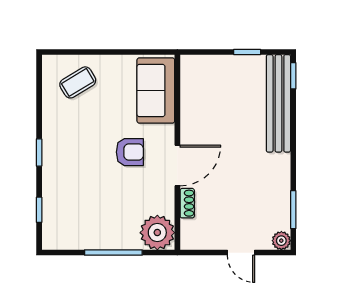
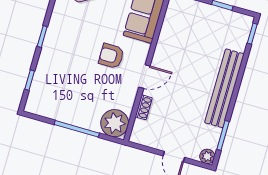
bench: (278, 103) -> (224, 88), moved
armchair: (130, 152) -> (111, 56), turned 180
door: (177, 166) -> (144, 77), width x0.73

